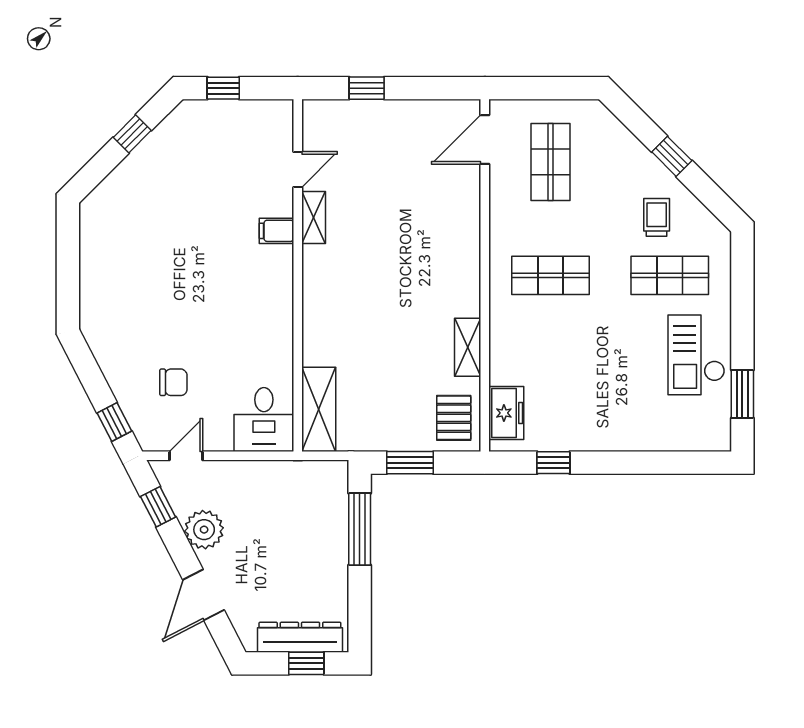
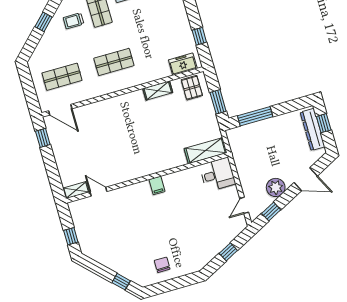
window: (367, 88) -> (43, 138), moved
window: (132, 134) -> (121, 282), moved
shelving: (314, 217) -> (76, 190), moved
filing cabinet: (276, 231) -> (157, 185), moved
shop shelf: (551, 275) -> (114, 62), turned 90
chair: (173, 382) -> (162, 265), moved
pallet: (454, 418) -> (192, 88), turned 90
window: (114, 422) -> (228, 252), moved
door: (186, 456) -> (244, 205), hinge flipped

